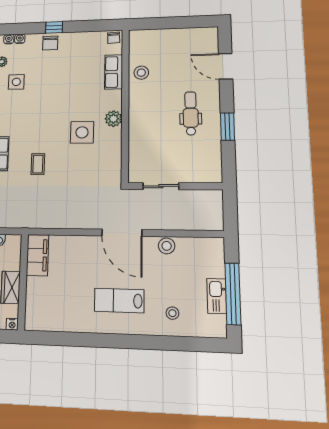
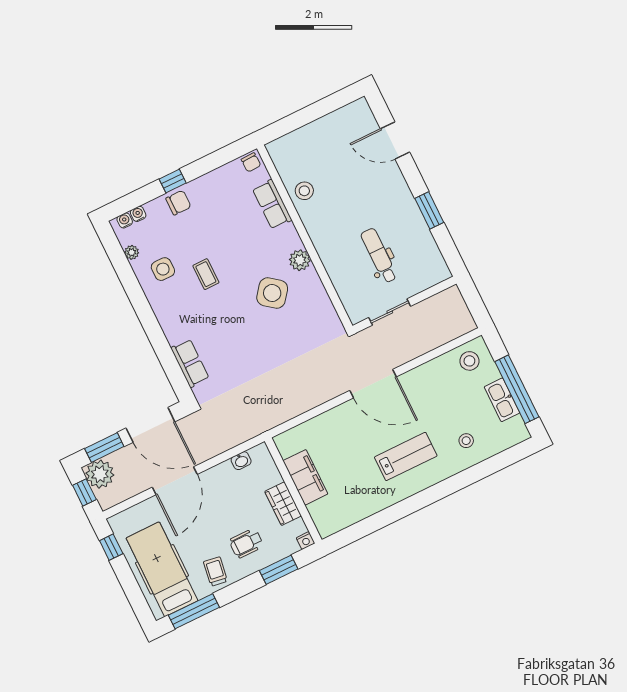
chair: (50, 43) -> (178, 203), turned -90
dental chair: (191, 113) -> (379, 256), moved
side table: (82, 132) -> (272, 293), turned 38
coffee table: (38, 164) -> (206, 274), moved
stool: (167, 246) -> (469, 361), moved
filing cabinet: (37, 255) -> (305, 477), moved
lab bench: (119, 301) -> (406, 456), turned 180

